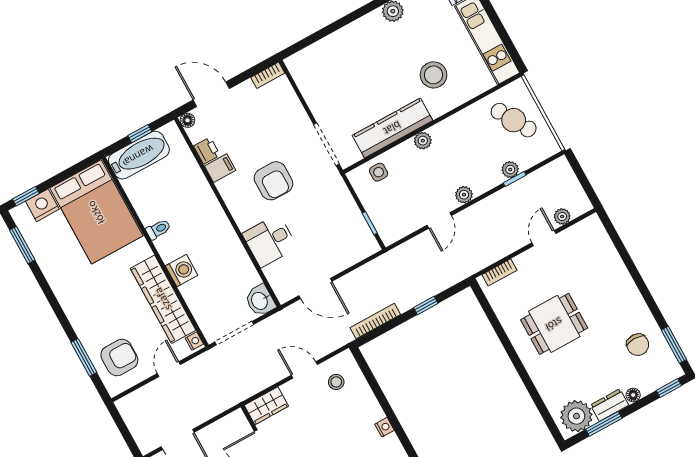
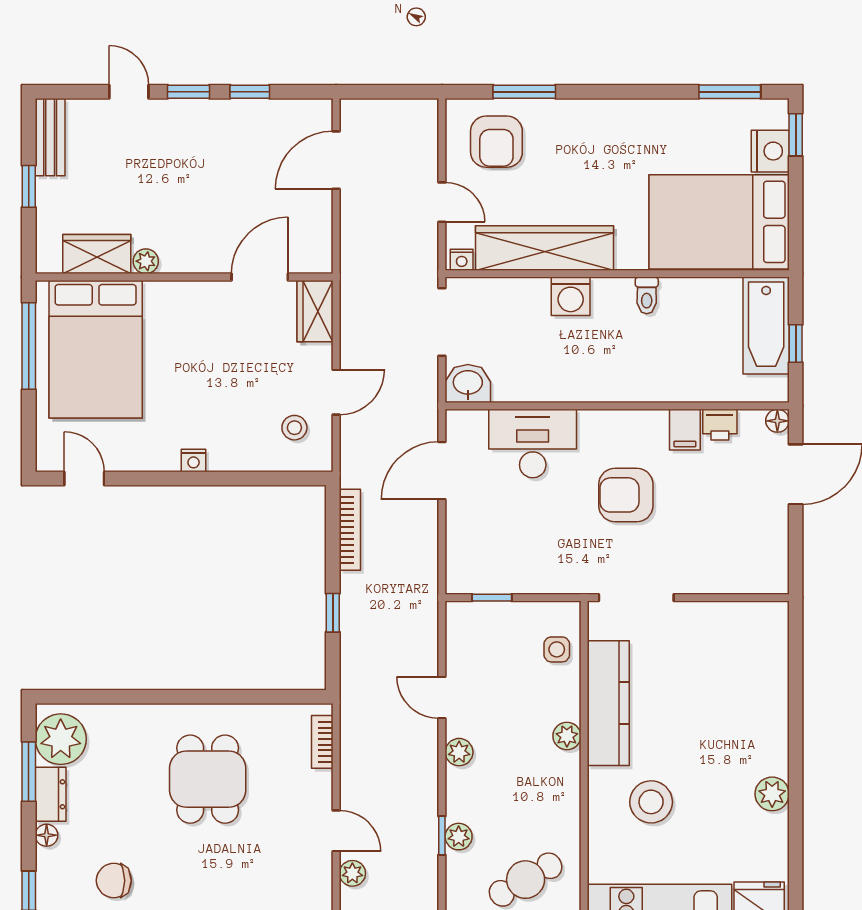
bookcase: (268, 75) -> (779, 569), removed
desk: (270, 241) -> (533, 444), width x1.37

